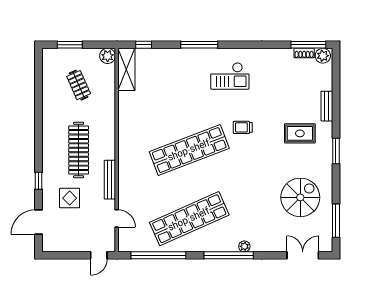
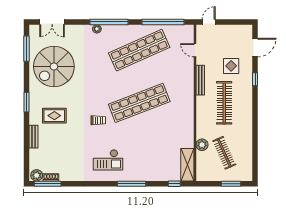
plant: (108, 56) -> (202, 145), moved
checkout: (230, 76) -> (108, 160), turned 180
clothes rail: (79, 85) -> (224, 153), width x1.36
spiral stairs: (300, 197) -> (54, 66), width x1.37, depth x1.37

